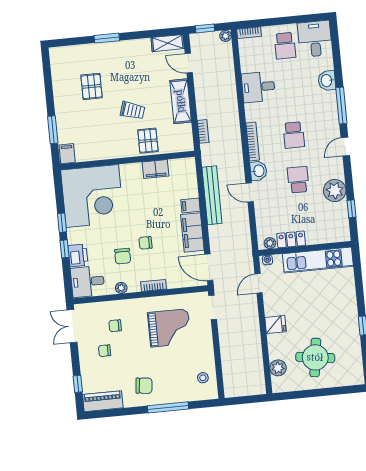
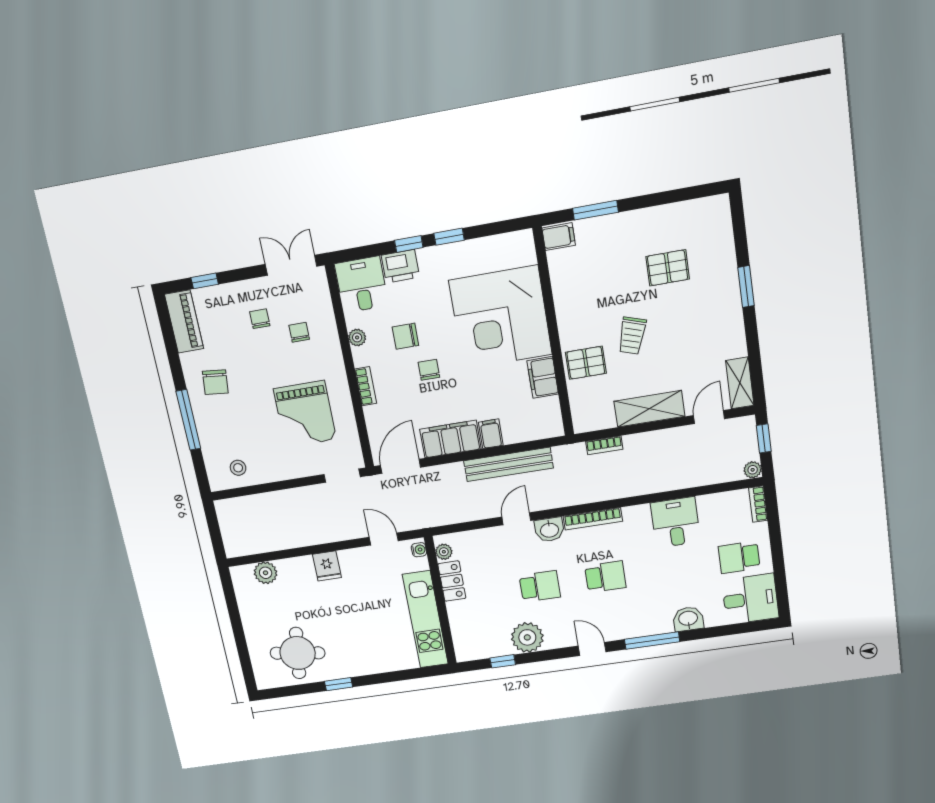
school desk: (294, 135) -> (605, 577), turned 180
corner desk: (92, 196) -> (500, 317), moved
round table: (315, 357) -> (298, 653), moved

